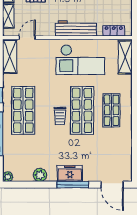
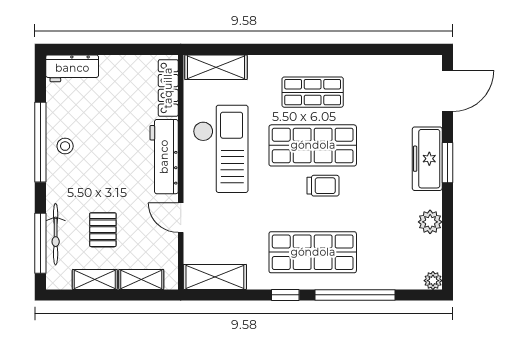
locker: (114, 31) -> (168, 88), width x1.53
door: (27, 38) -> (181, 218), moved
freezer: (70, 173) -> (427, 159), width x1.40
window: (73, 185) -> (447, 163), width x0.69

